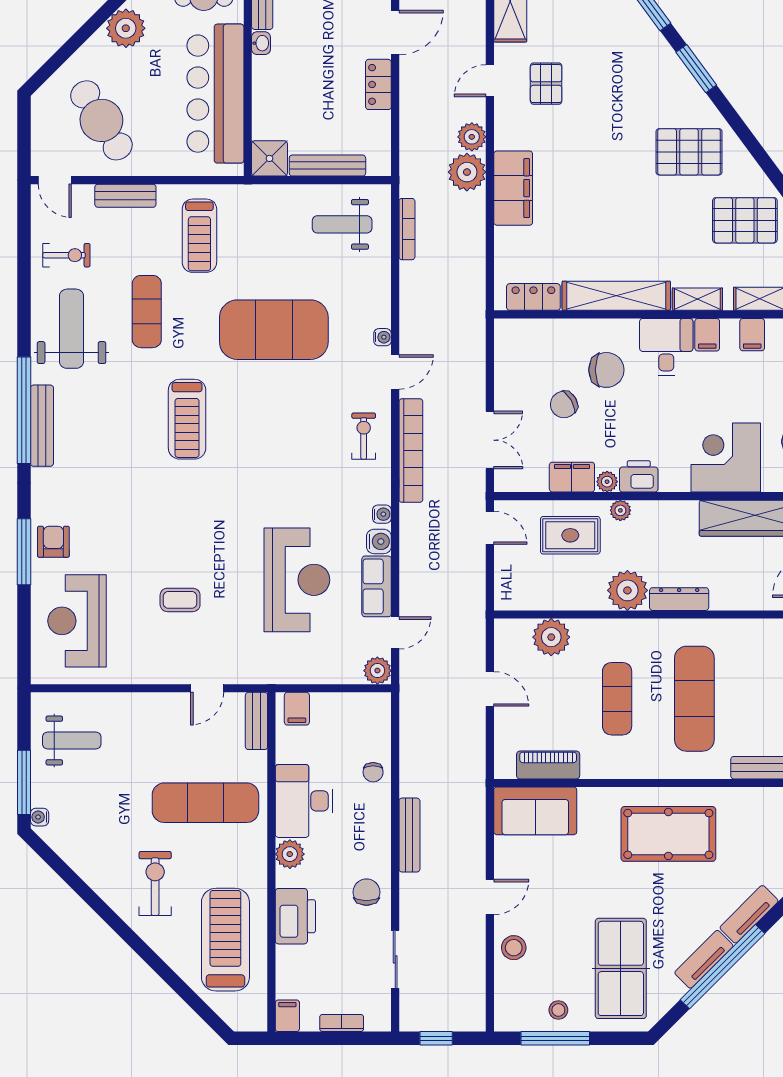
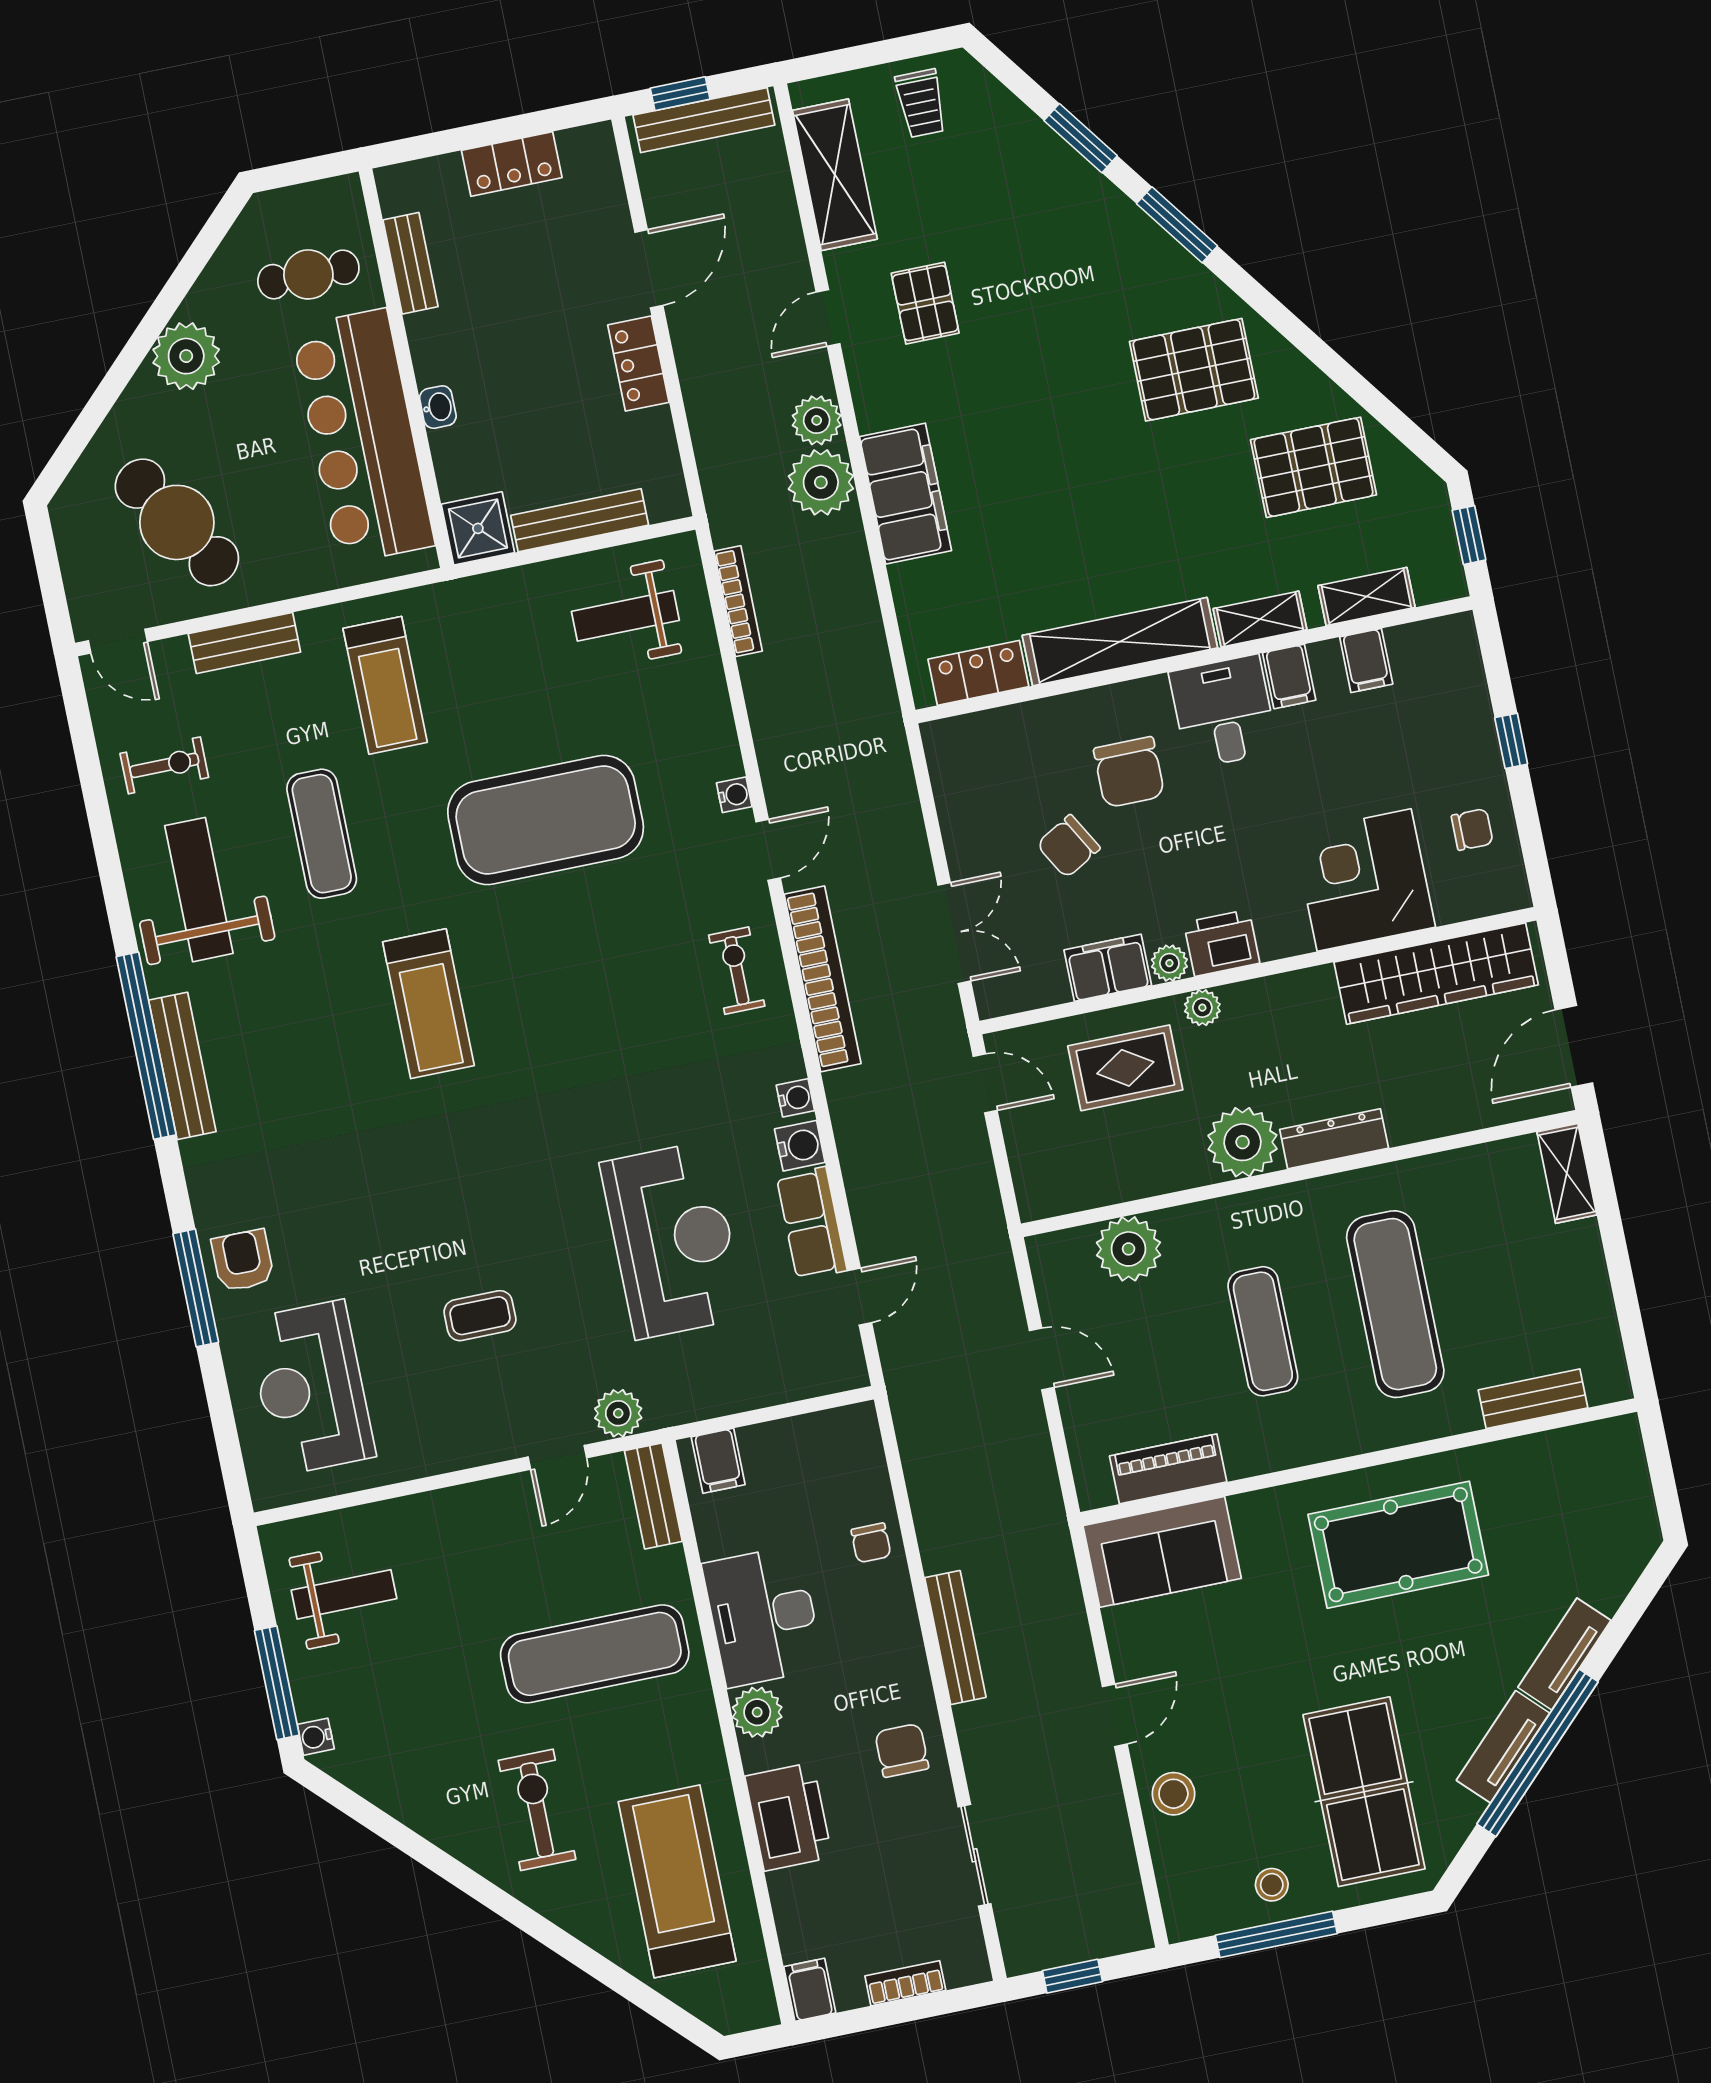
washbasin: (261, 43) -> (438, 407), moved
chair: (606, 370) -> (1129, 772), turned 90
plant: (377, 671) -> (618, 1413), moved

